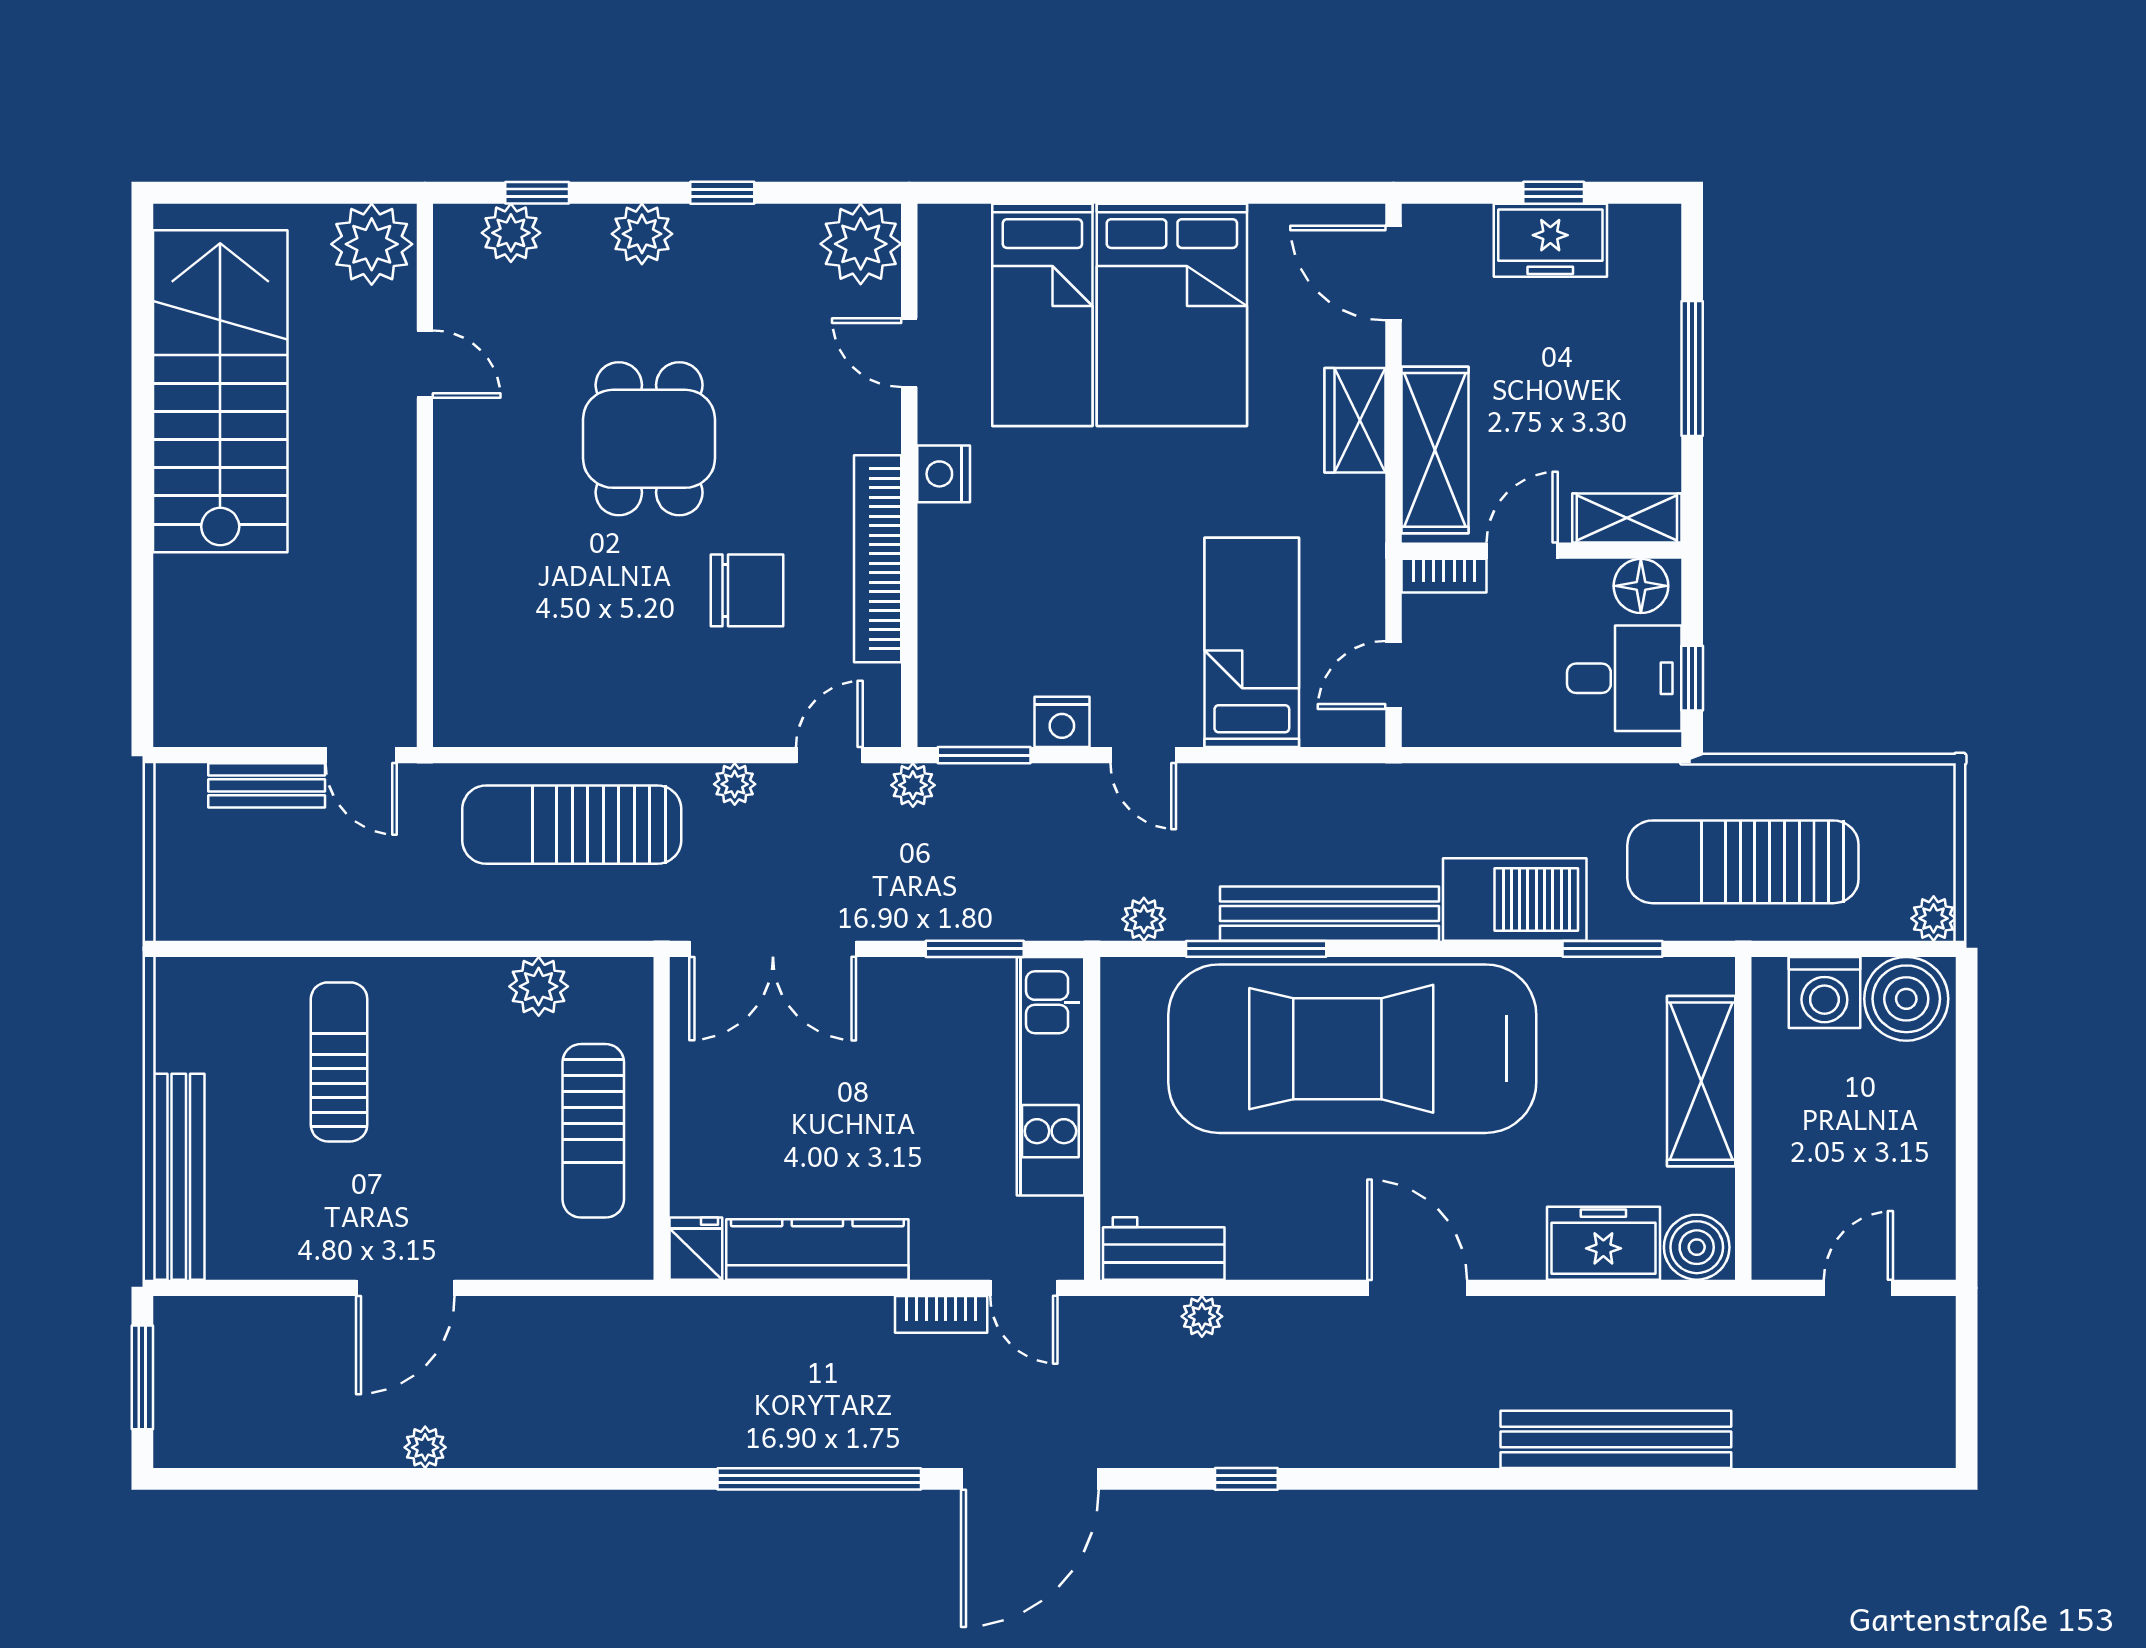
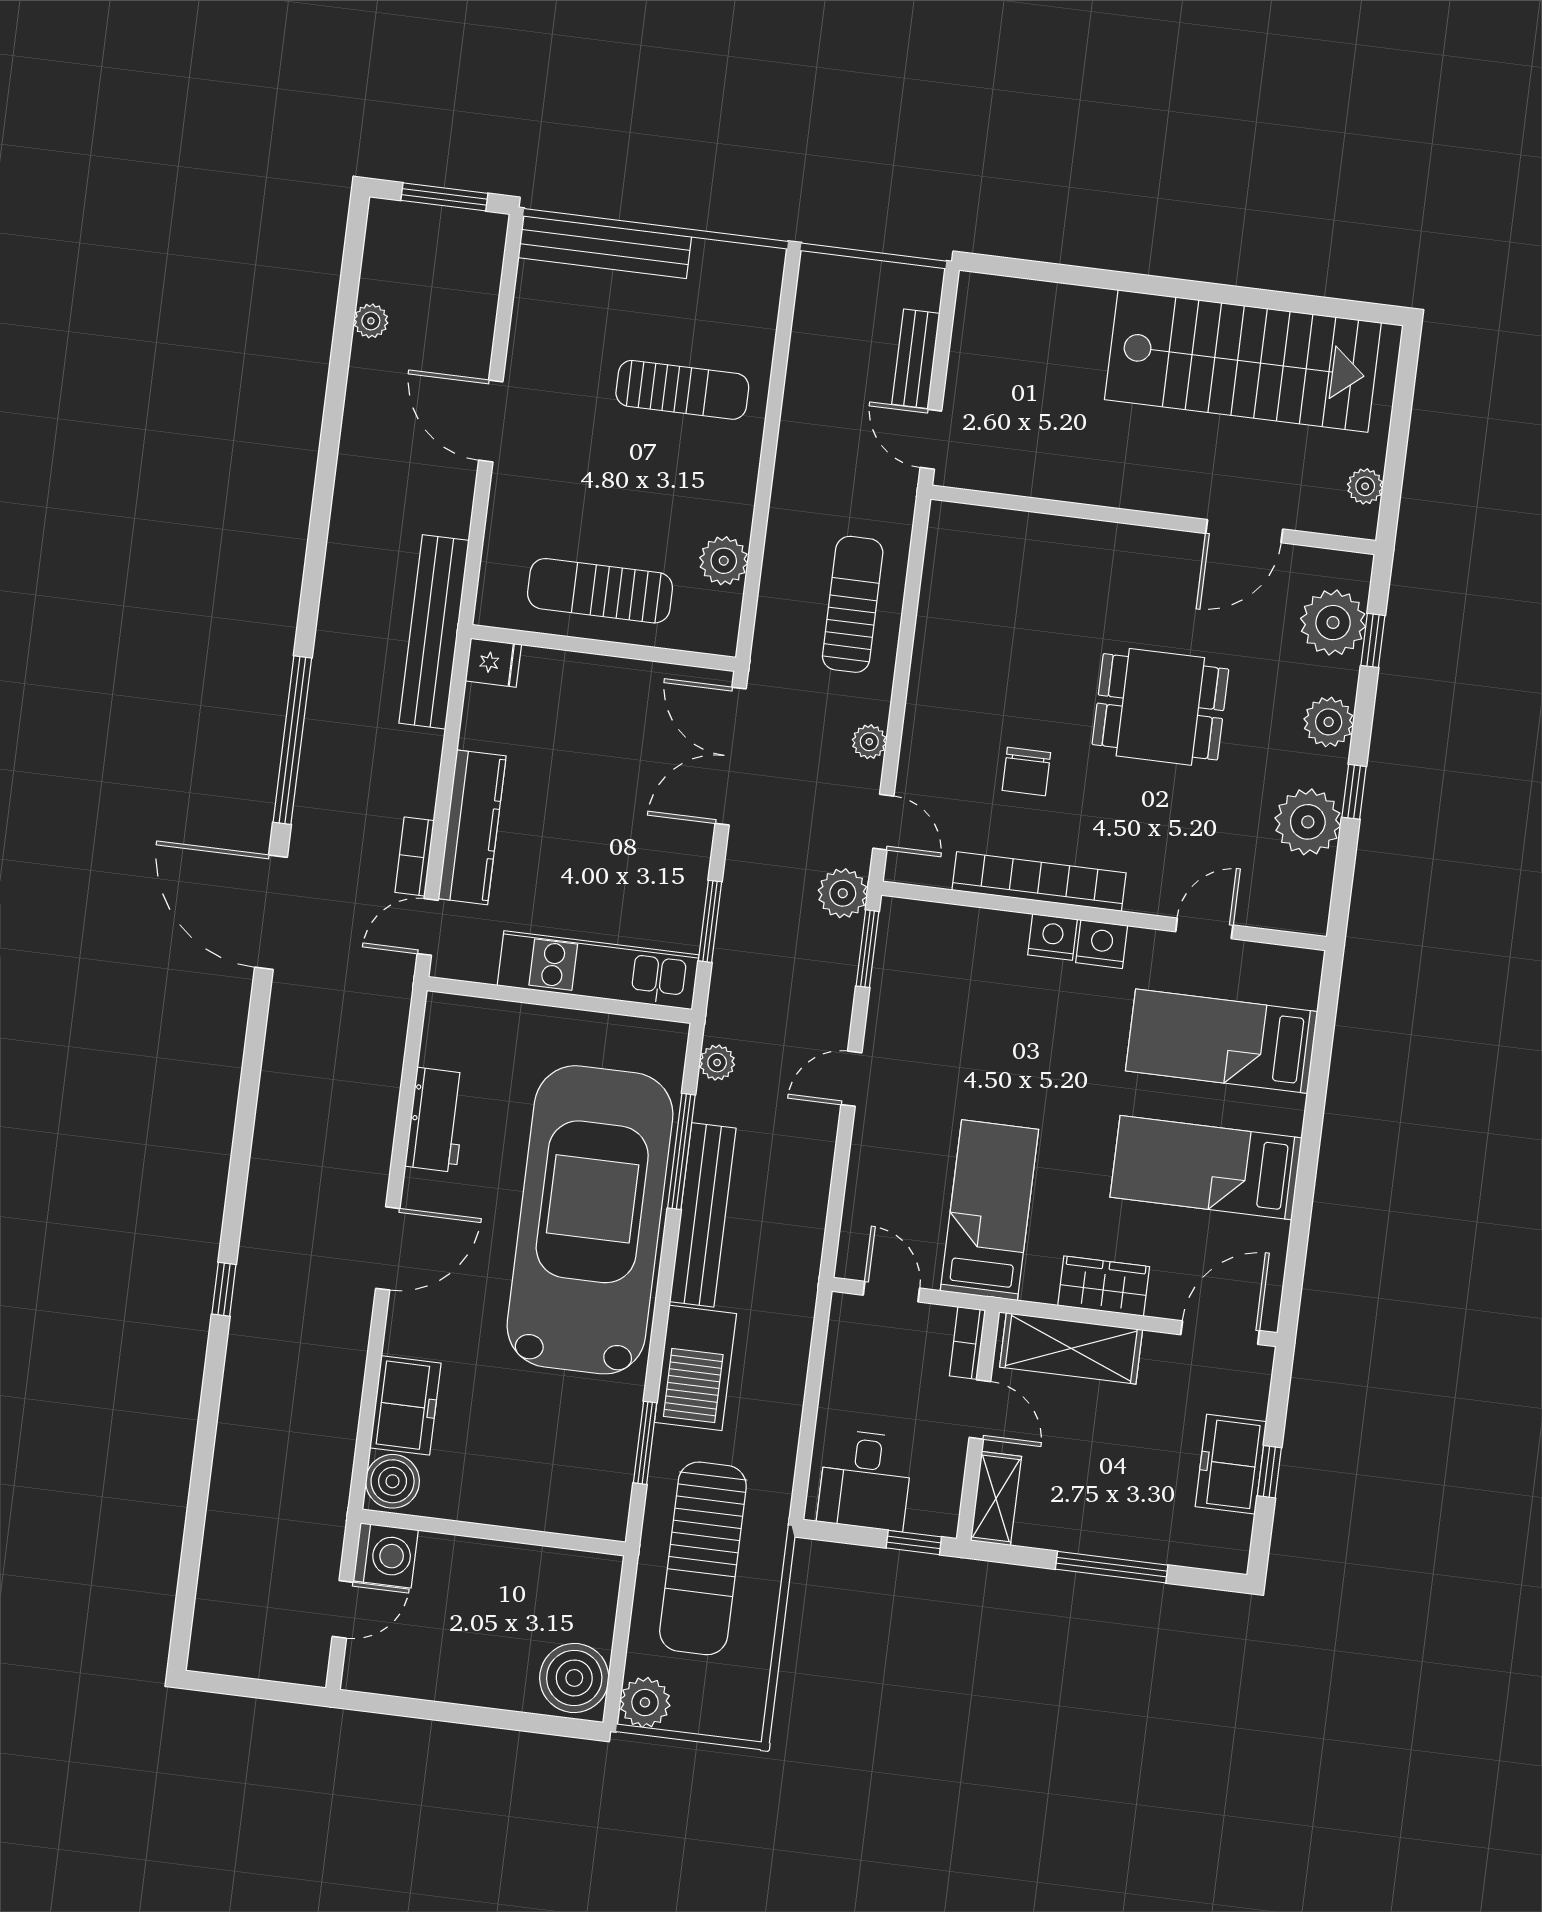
plant: (511, 233) -> (1333, 623), width x1.36, depth x1.36
plant: (372, 244) -> (1365, 486), width x0.53, depth x0.53
plant: (861, 244) -> (1308, 822), moved
bed: (1172, 315) -> (1206, 1168), width x0.67
door: (425, 364) -> (1244, 531), width x1.38
floor lamp: (1641, 586) -> (939, 1503), removed
chair: (747, 590) -> (1026, 771), width x0.73, depth x0.73
bed: (1252, 642) -> (989, 1210), moved, turned -90
window: (1692, 678) -> (914, 1542), moved
nightstand: (1062, 722) -> (1052, 937), moved, turned 90
door: (361, 755) -> (931, 439), hinge flipped
plant: (913, 785) -> (843, 893), width x1.38, depth x1.38
sun lounger: (572, 825) -> (853, 604), width x0.73, depth x0.75
sun lounger: (1743, 862) -> (703, 1558), turned 180
plant: (1934, 918) -> (645, 1702), width x1.38, depth x1.38
washing machine: (1824, 992) -> (386, 1555), moved, turned 180
shelving: (1701, 1081) -> (528, 1502), removed
workbench: (1164, 1248) -> (436, 1120), moved
kitchen counter: (817, 1249) -> (472, 827), moved
door: (1858, 1288) -> (343, 1609), hinge flipped
plant: (1202, 1316) -> (386, 1070), removed
bench: (1616, 1439) -> (434, 632), moved
plant: (425, 1447) -> (371, 321), moved
window: (1246, 1479) -> (224, 1289), moved

